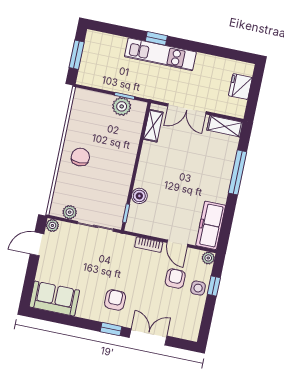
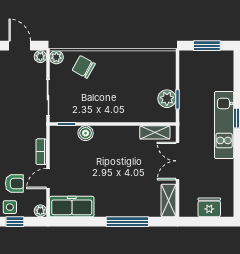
chair: (80, 157) -> (84, 67), moved, turned -151
plant: (70, 212) -> (56, 57), moved

